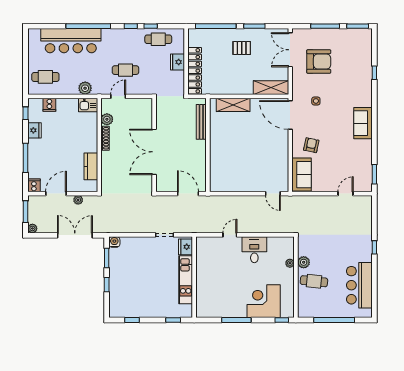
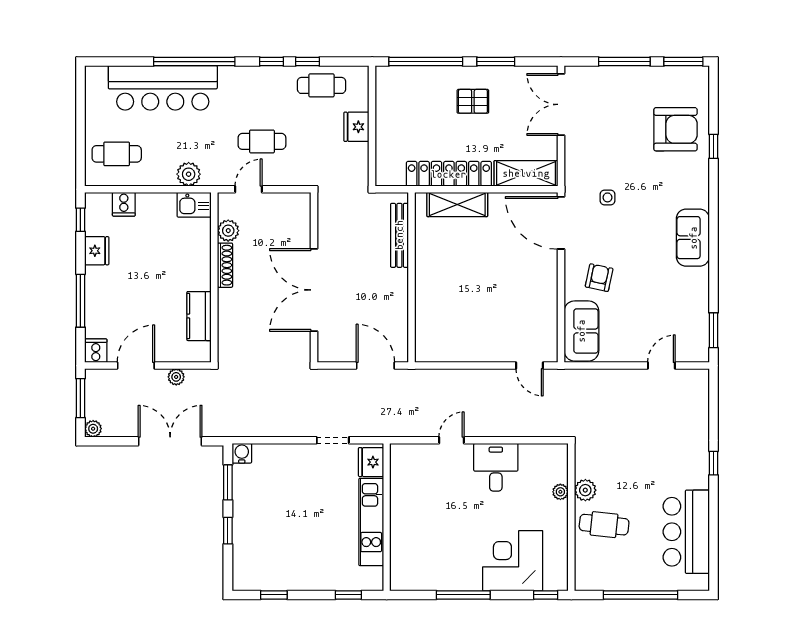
armchair: (319, 61) -> (675, 129), moved
locker: (195, 71) -> (449, 174), moved, turned -90

